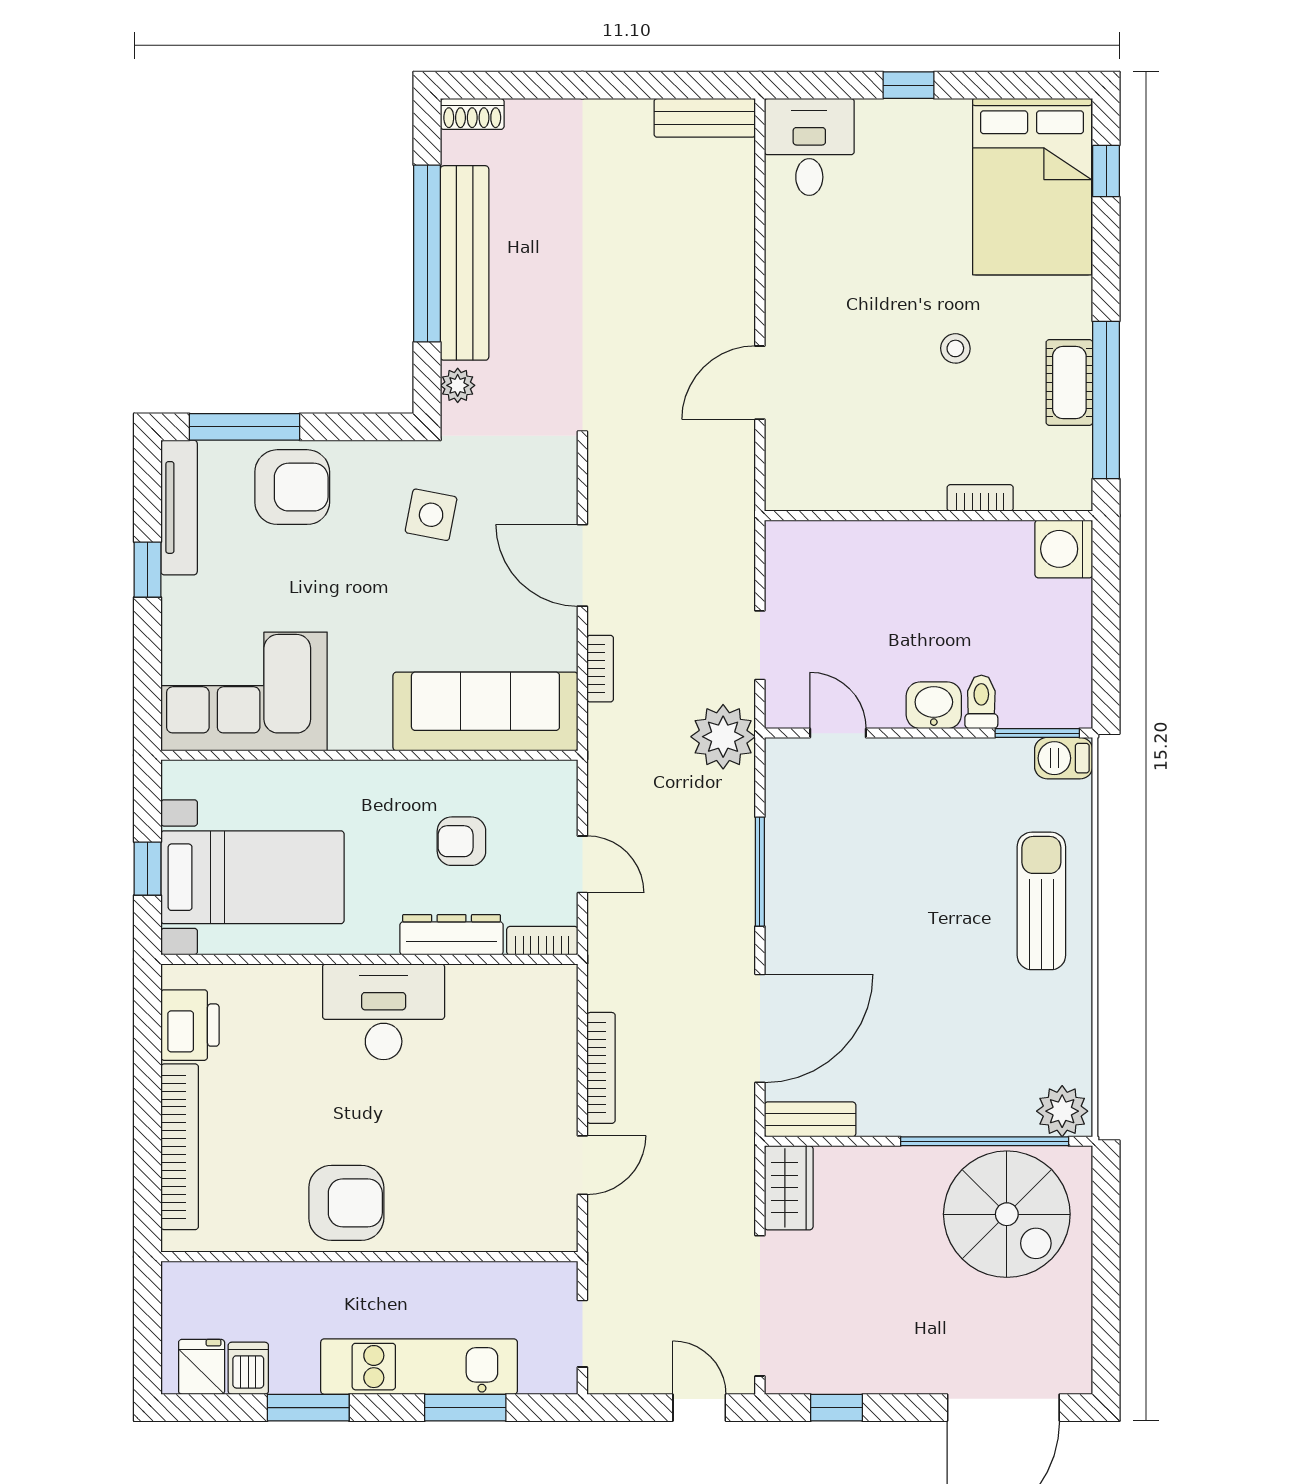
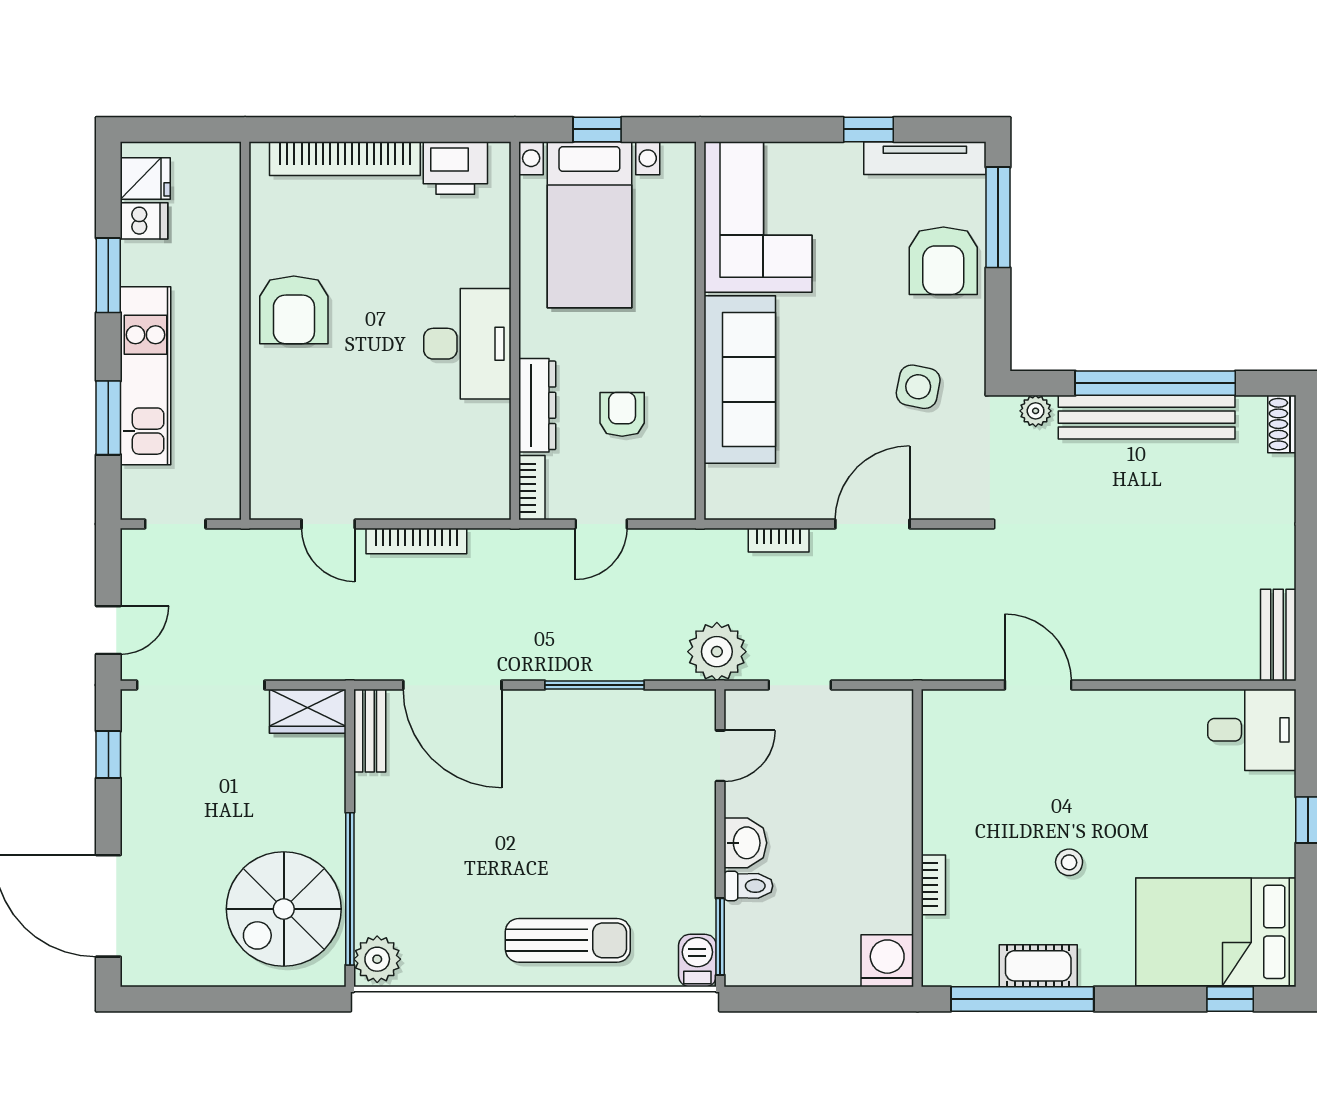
sofa: (485, 712) -> (740, 380), moved

